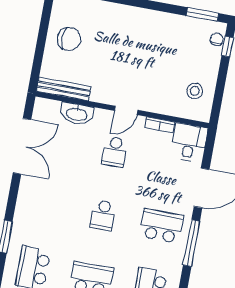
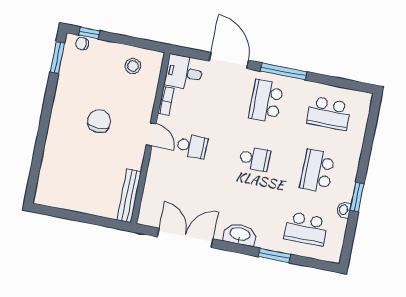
chair: (69, 39) -> (99, 121), moved
washbasin: (77, 114) -> (240, 235), moved, turned -90

